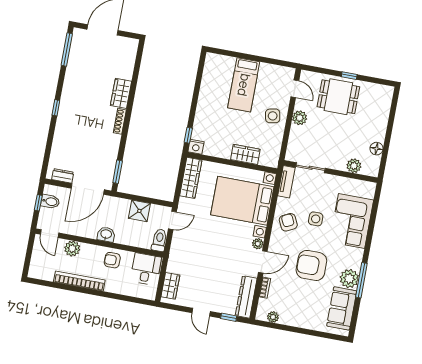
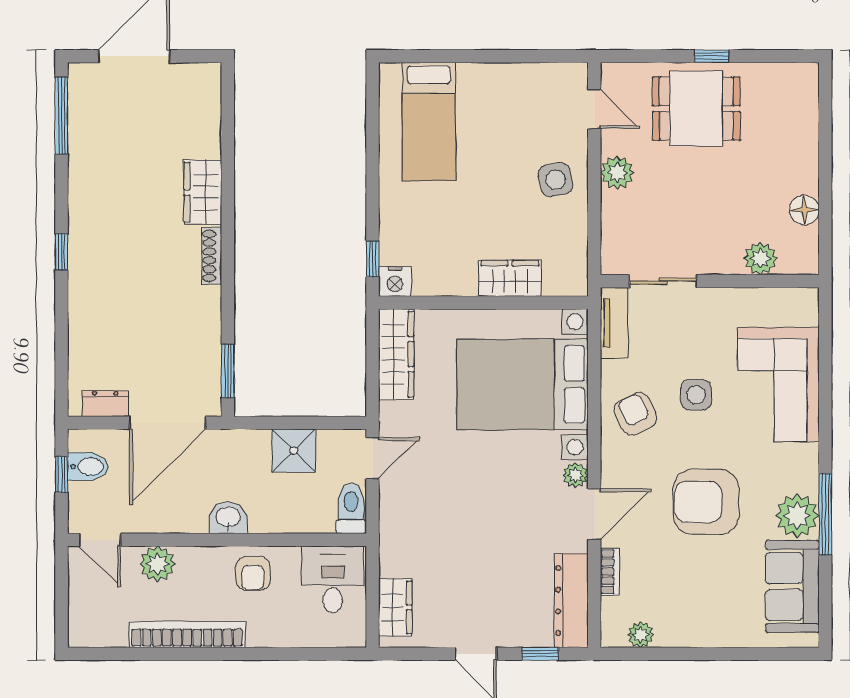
bed: (244, 85) -> (429, 121), moved
armchair: (112, 260) -> (253, 573), turned -90

